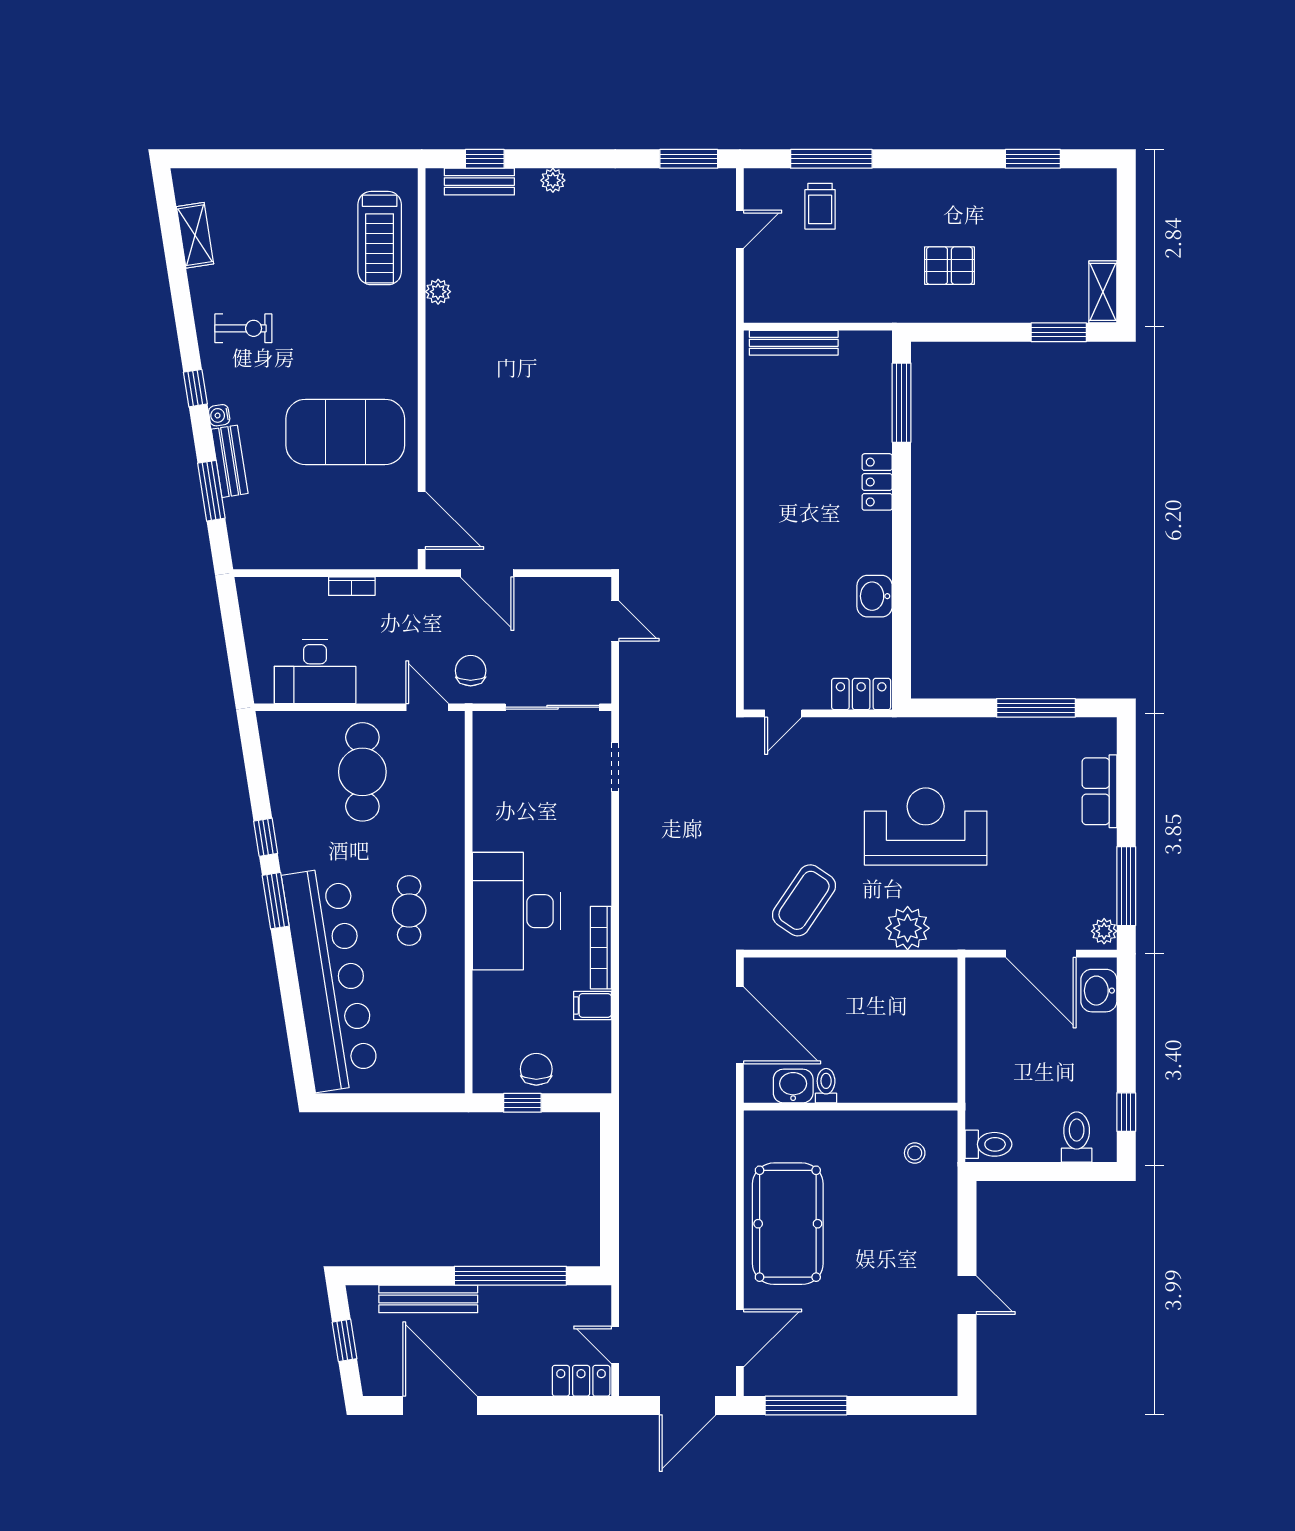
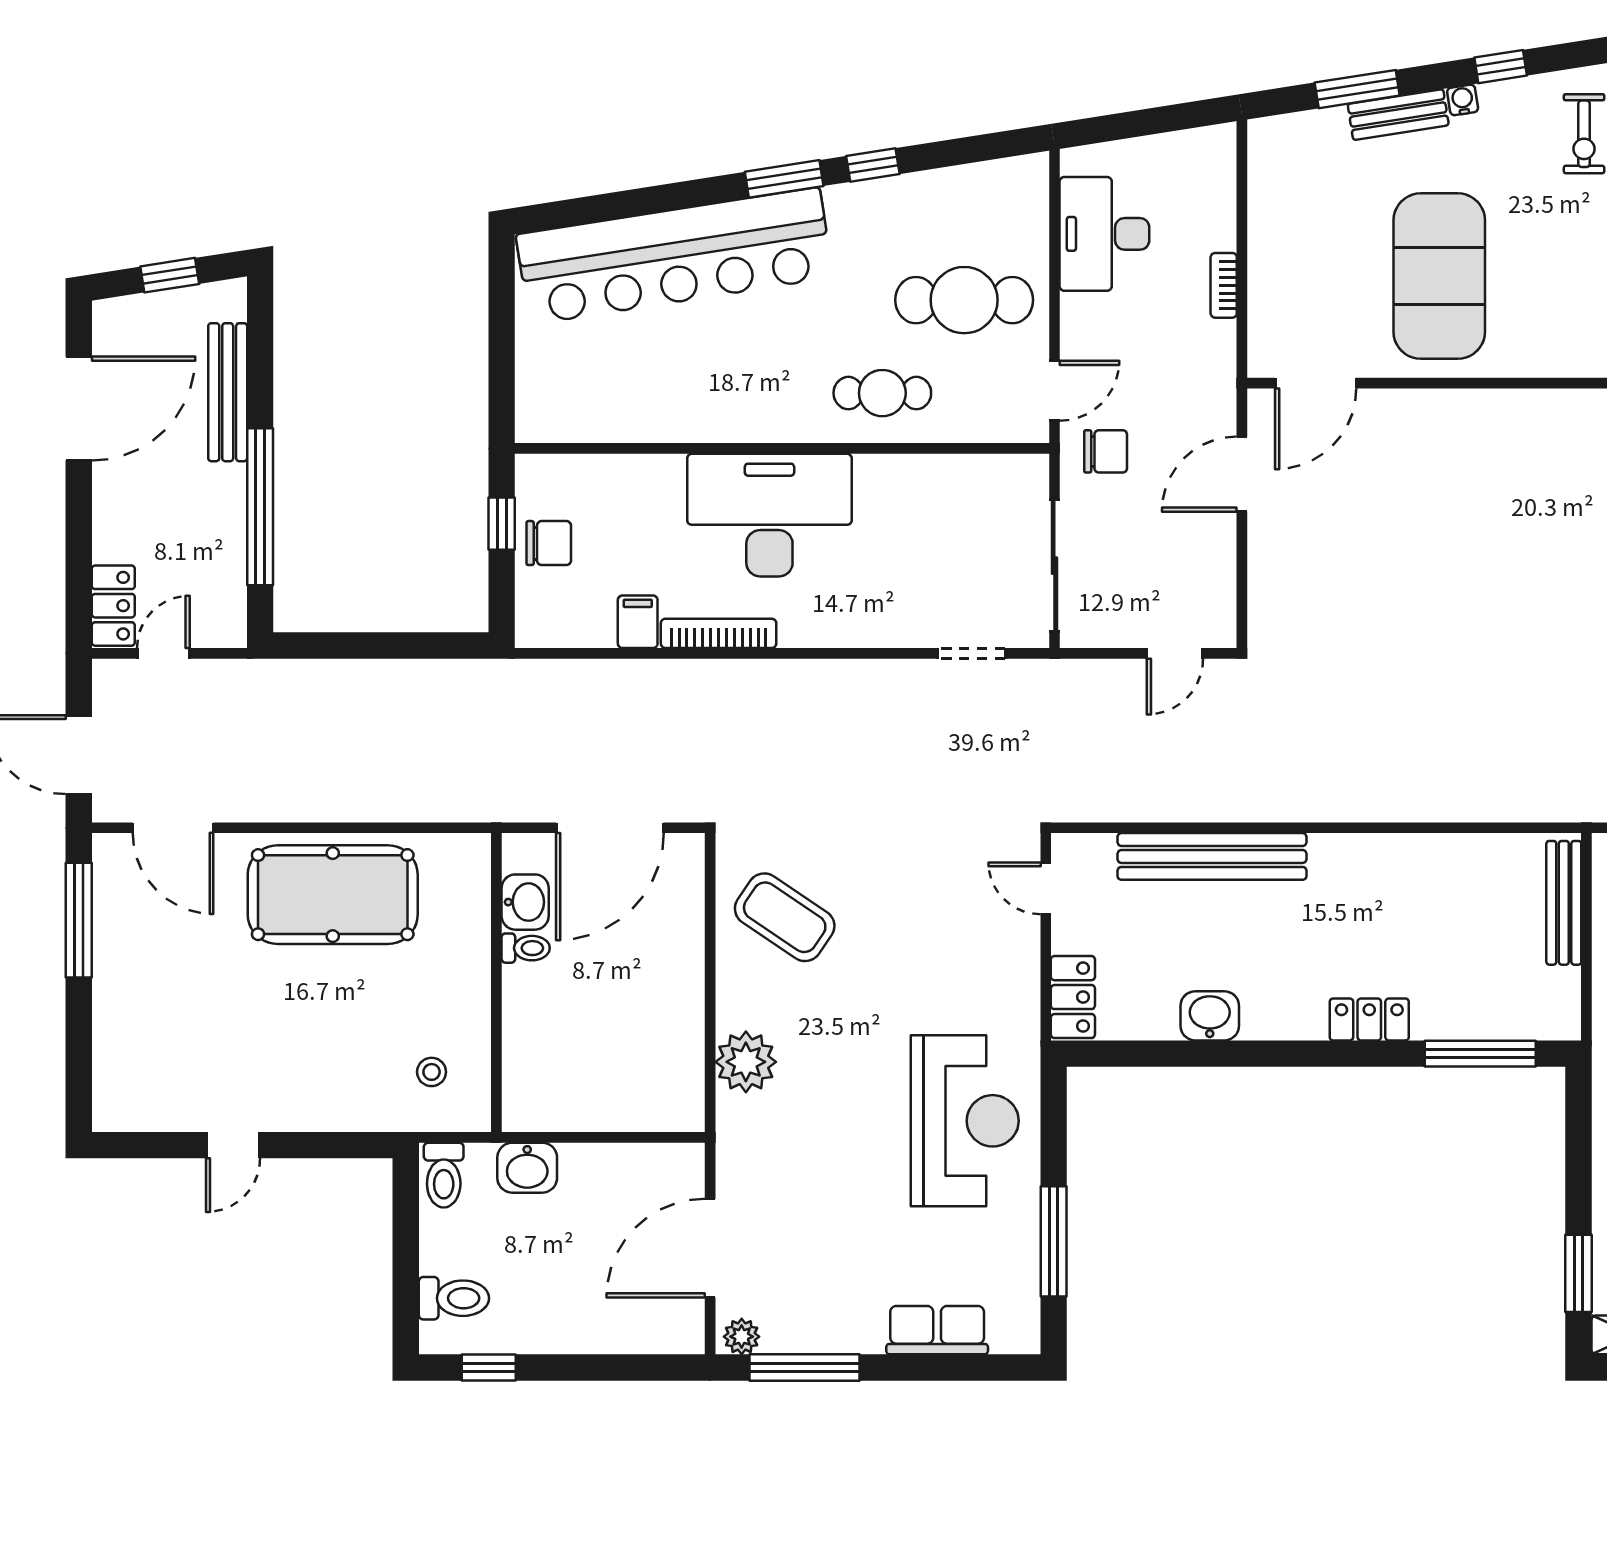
bench: (761, 595) -> (1212, 856), added
reception desk: (926, 827) -> (965, 1121), moved
cafe table: (409, 910) -> (882, 393), moved
washbasin: (1099, 991) -> (527, 1168), moved, turned 180

